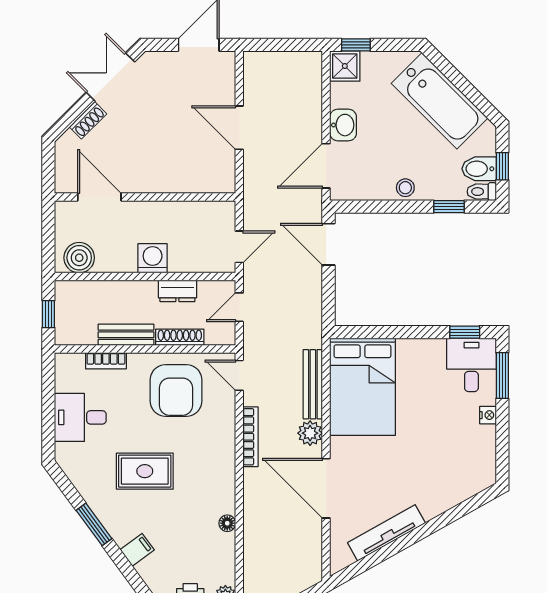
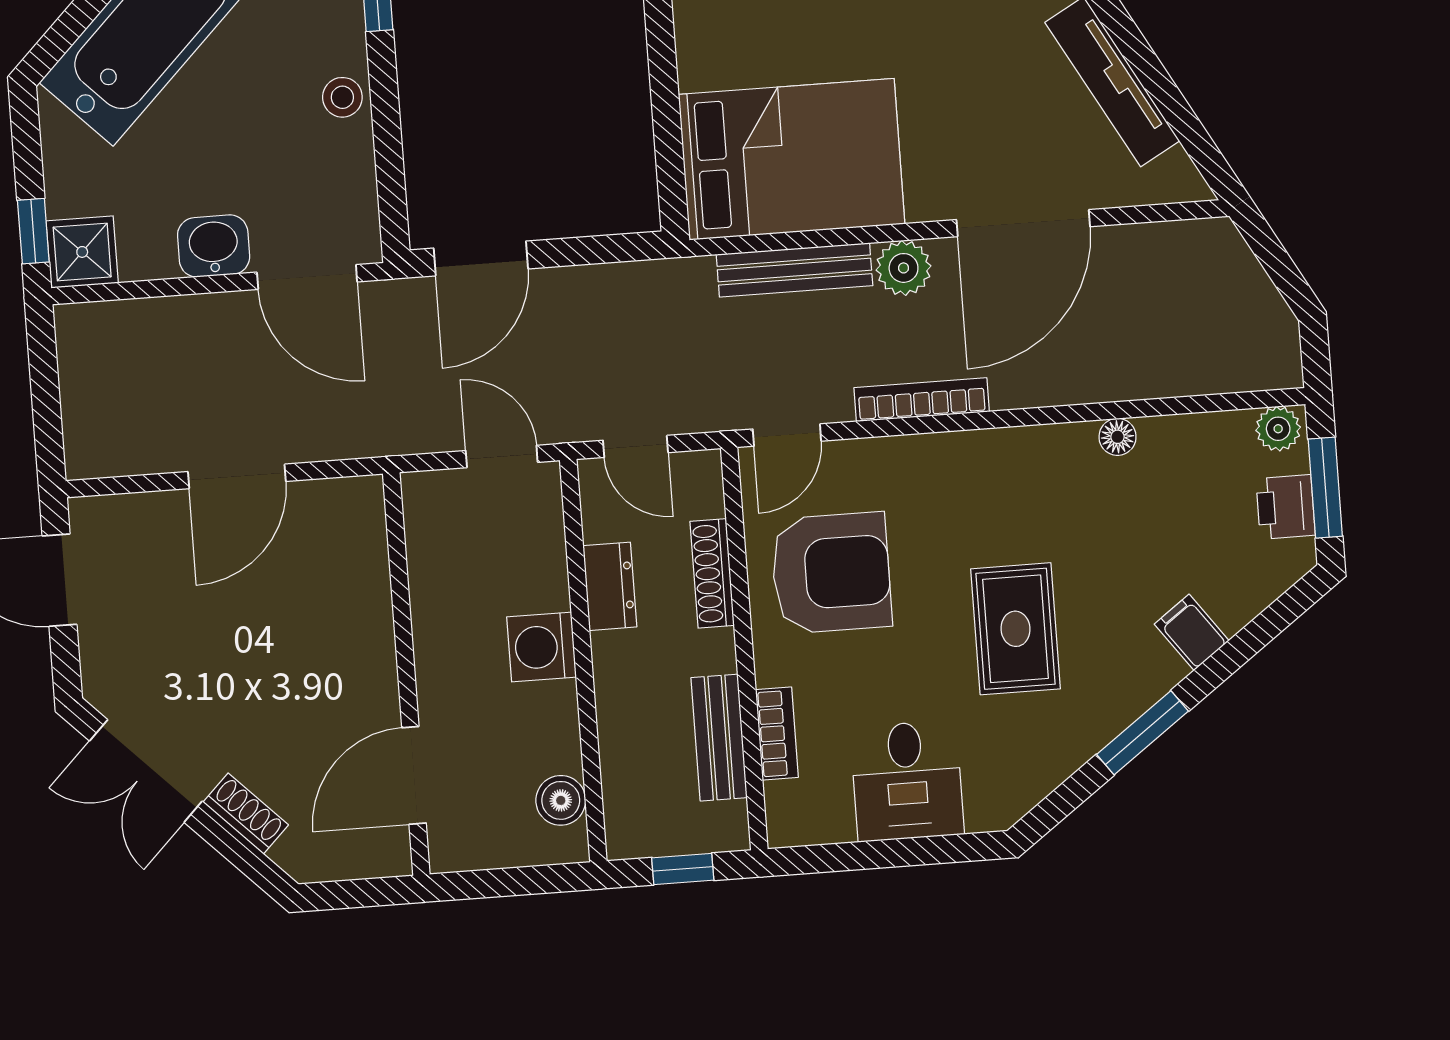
boiler: (79, 258) -> (561, 800), width x0.73, depth x0.73
bench: (126, 335) -> (719, 738), moved

